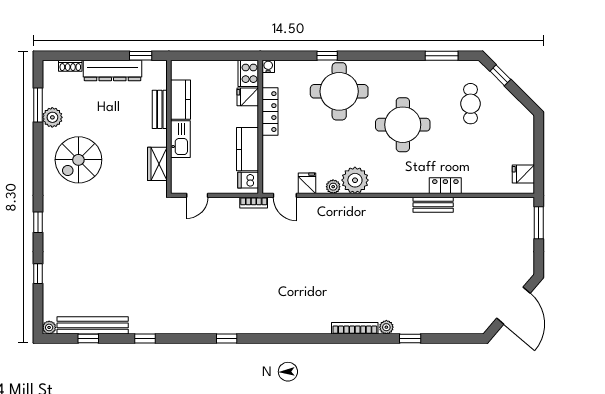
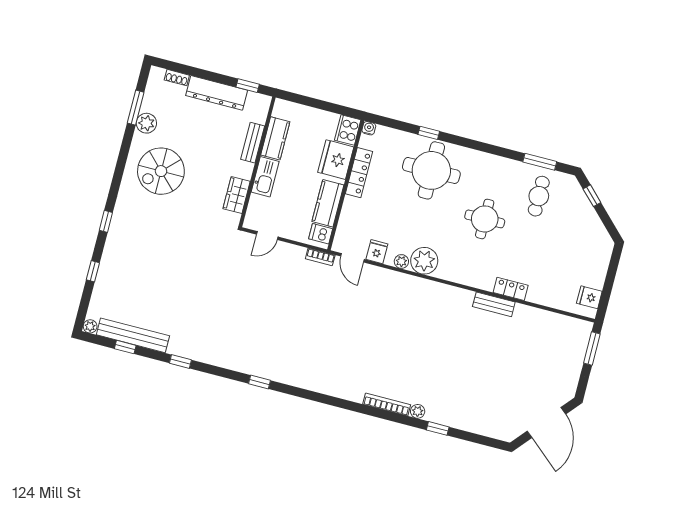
fridge: (248, 97) -> (336, 160), width x1.88, depth x1.34
cafe table: (471, 104) -> (539, 196), moved
round table: (403, 125) -> (485, 219), width x0.73, depth x0.73

